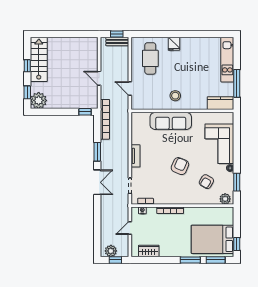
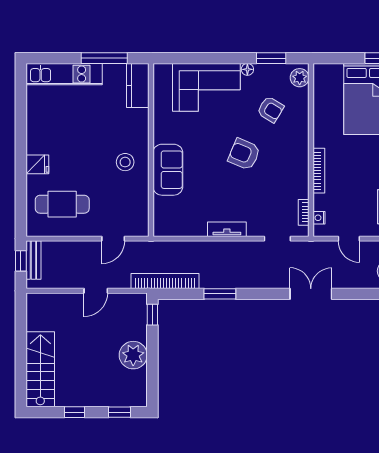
stairs: (39, 59) -> (40, 369), moved, turned 90
plant: (39, 100) -> (133, 355), moved
sofa: (171, 121) -> (168, 170), width x0.73
double door: (97, 182) -> (311, 294), moved

